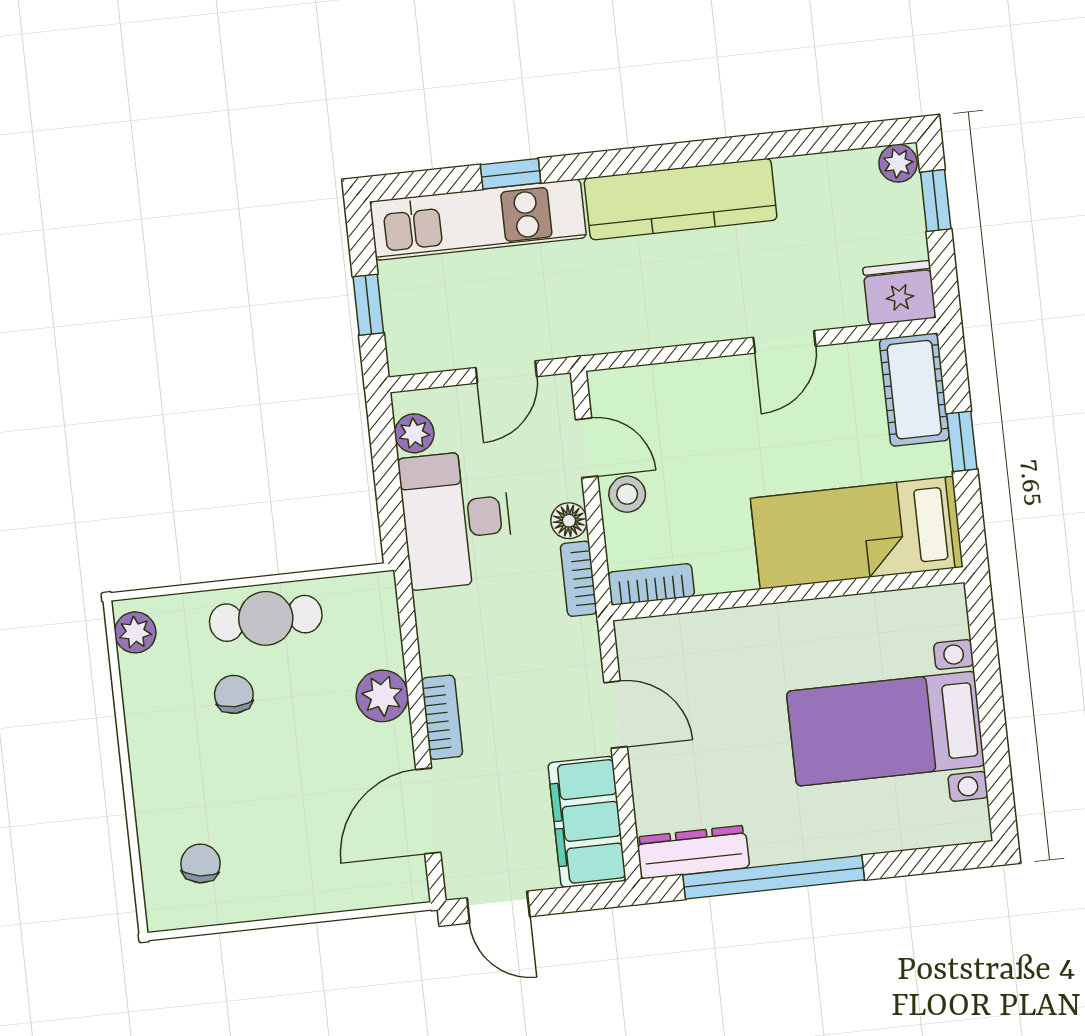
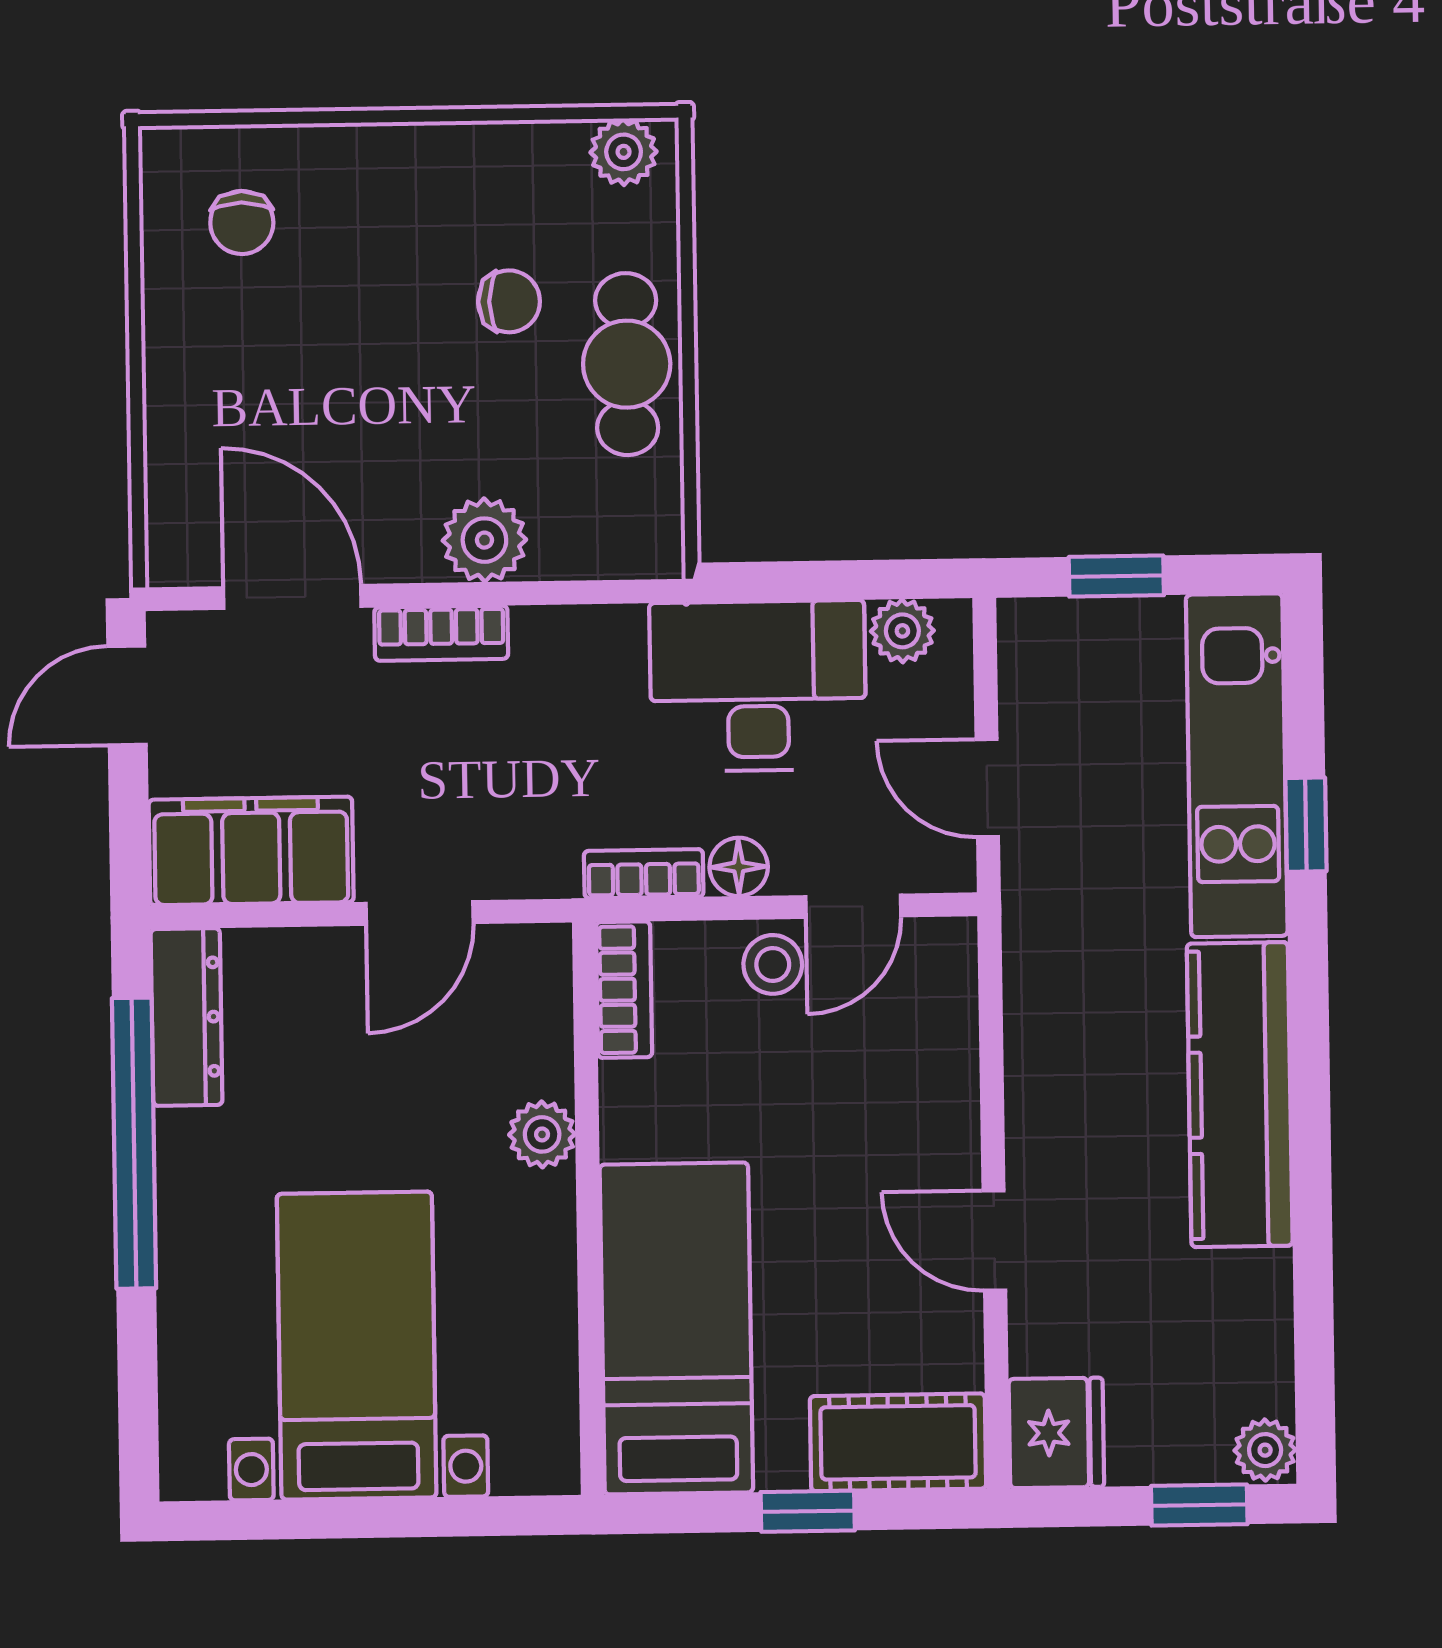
plant: (745, 626) -> (542, 1134), added
chair: (201, 863) -> (242, 223), turned 81

